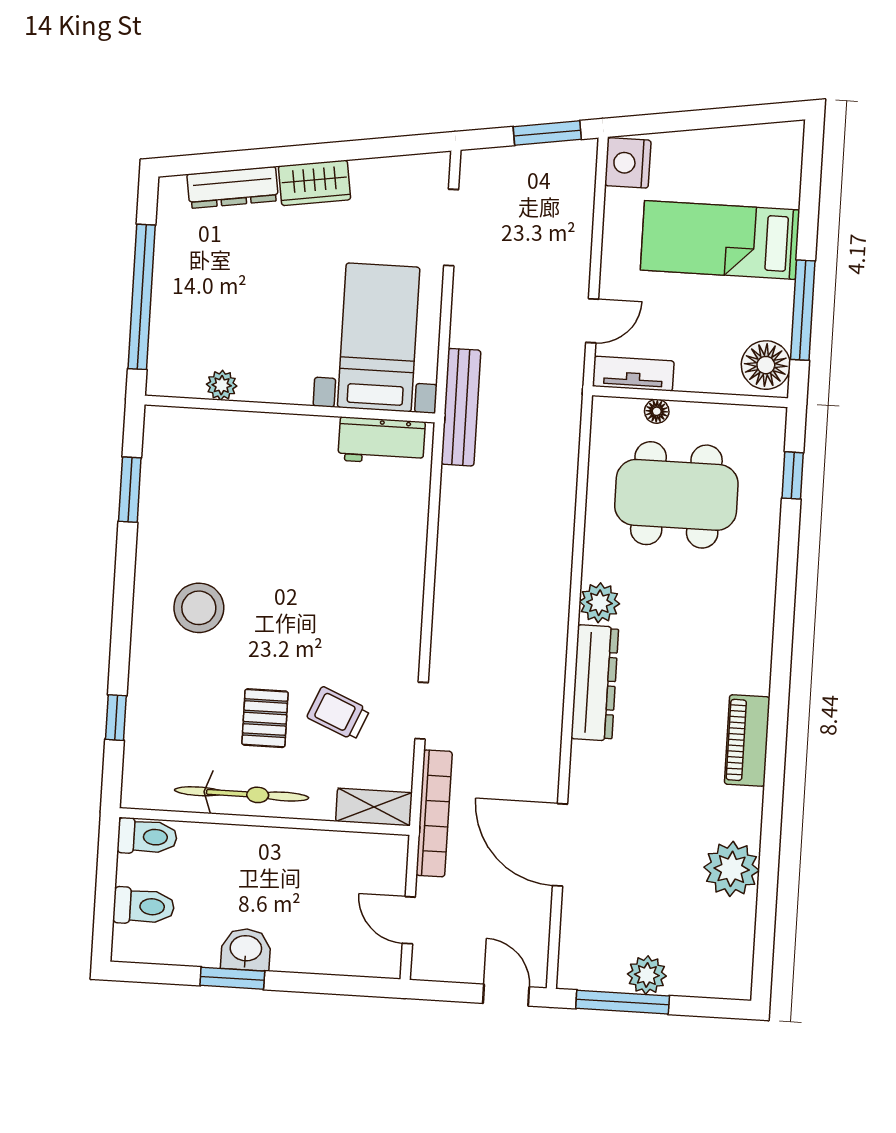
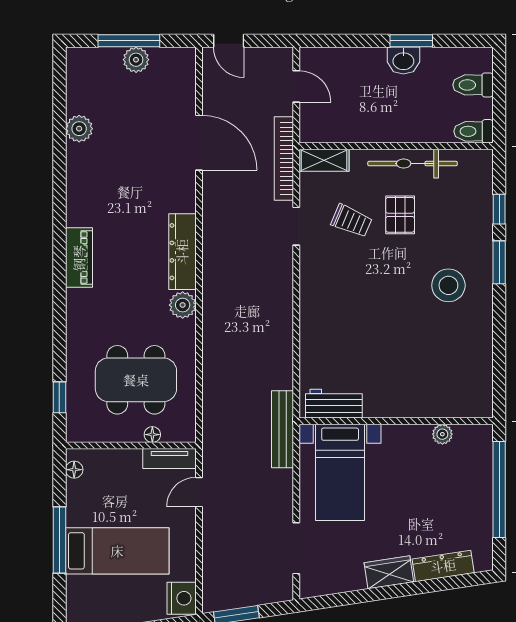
window: (803, 310) -> (59, 540), moved
floor lamp: (766, 365) -> (74, 470), width x0.53, depth x0.53
window: (130, 490) -> (499, 262), moved
piano: (747, 741) -> (79, 258), moved
plant: (732, 869) -> (79, 129), width x0.73, depth x0.73
window: (623, 1002) -> (129, 41), moved

